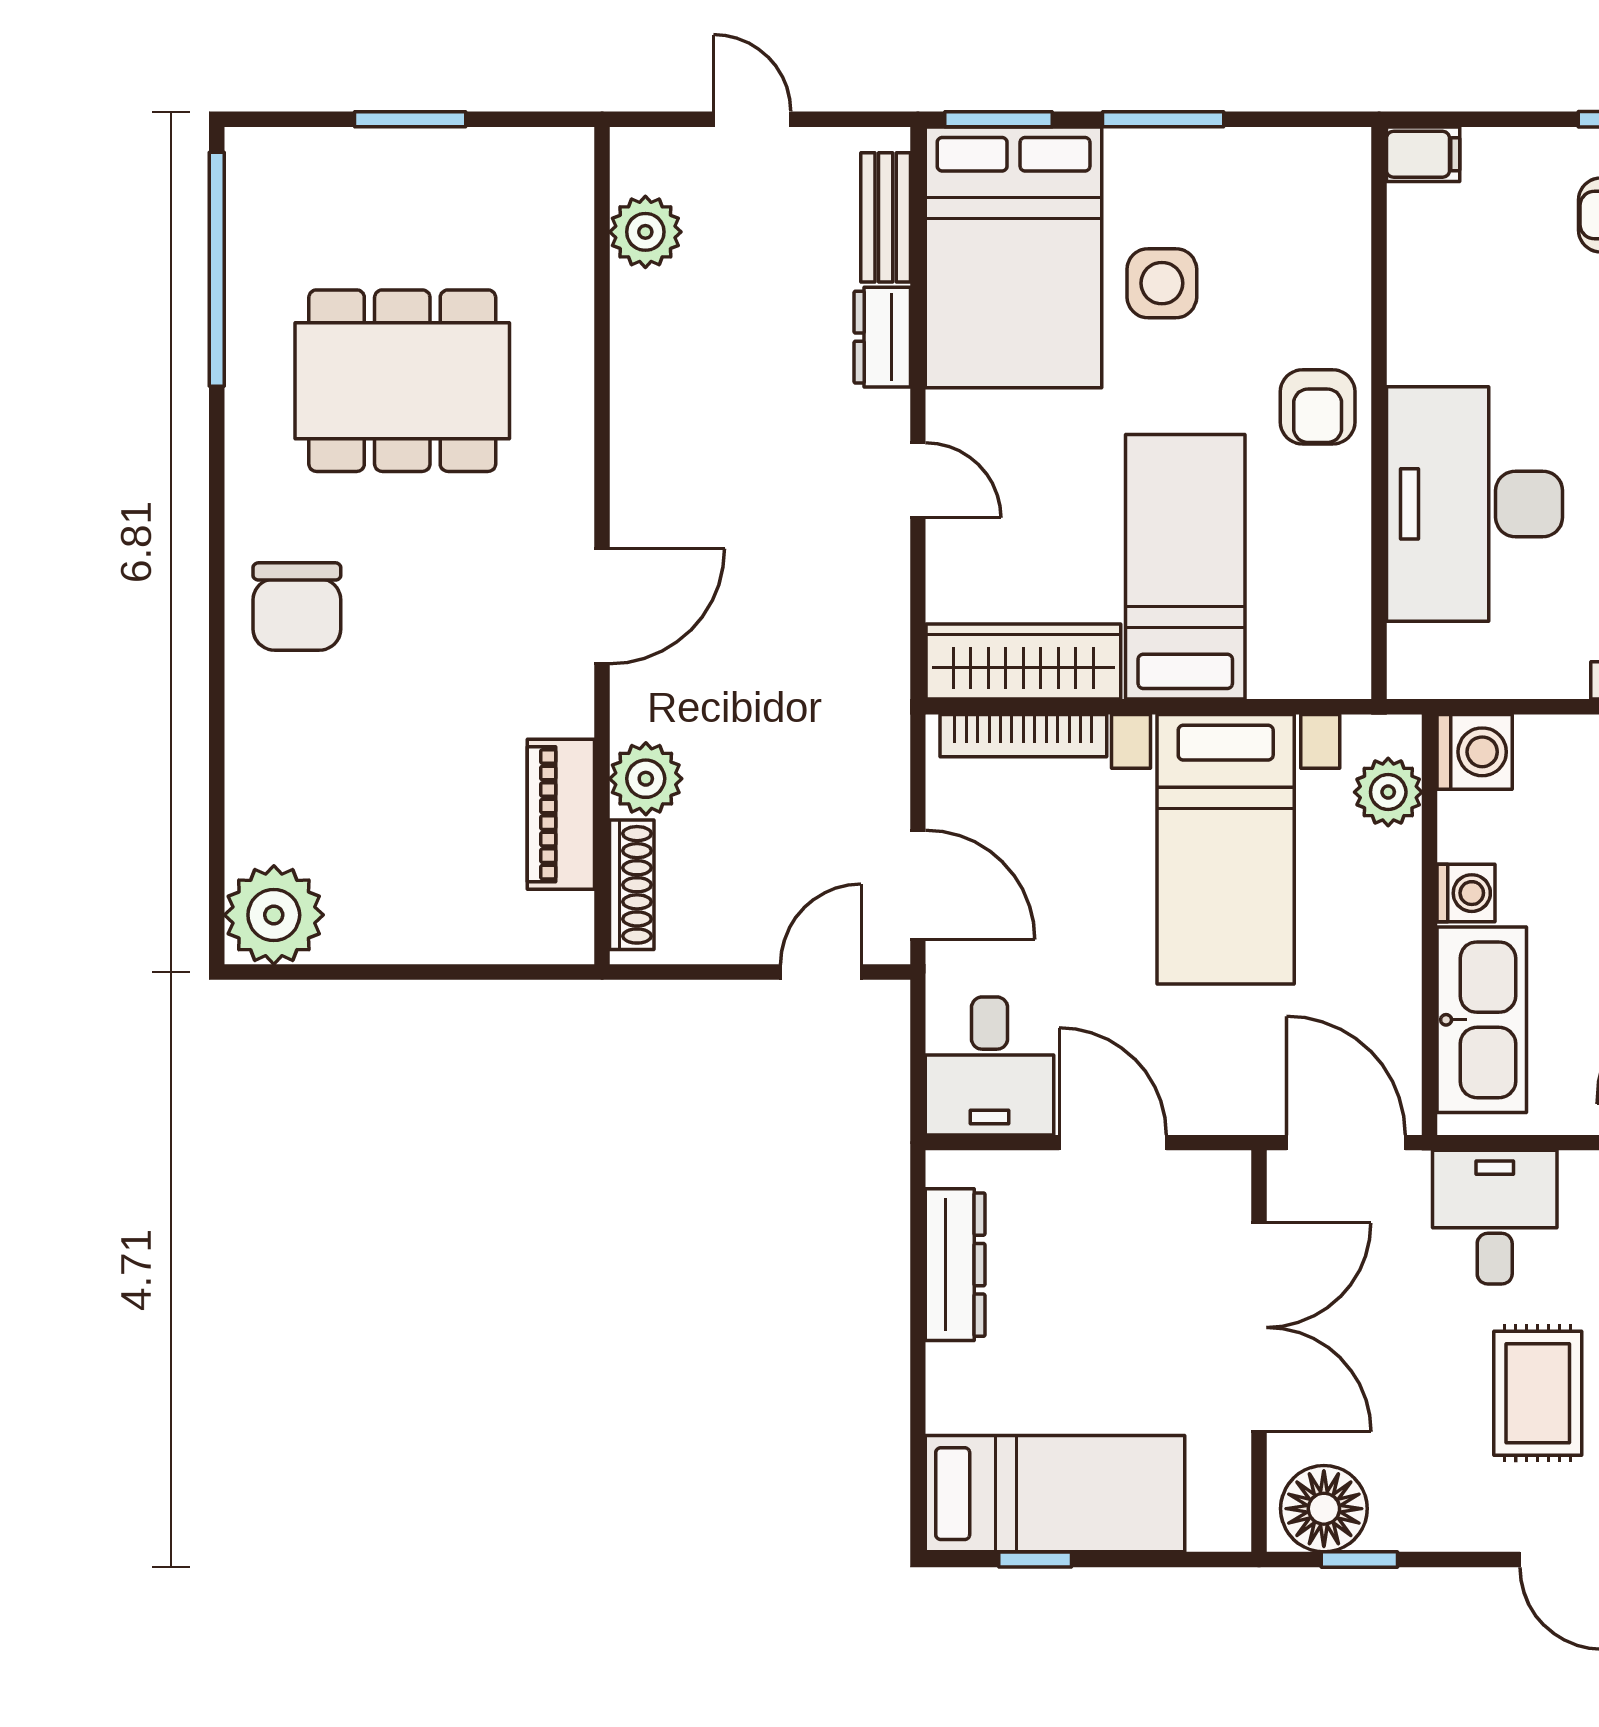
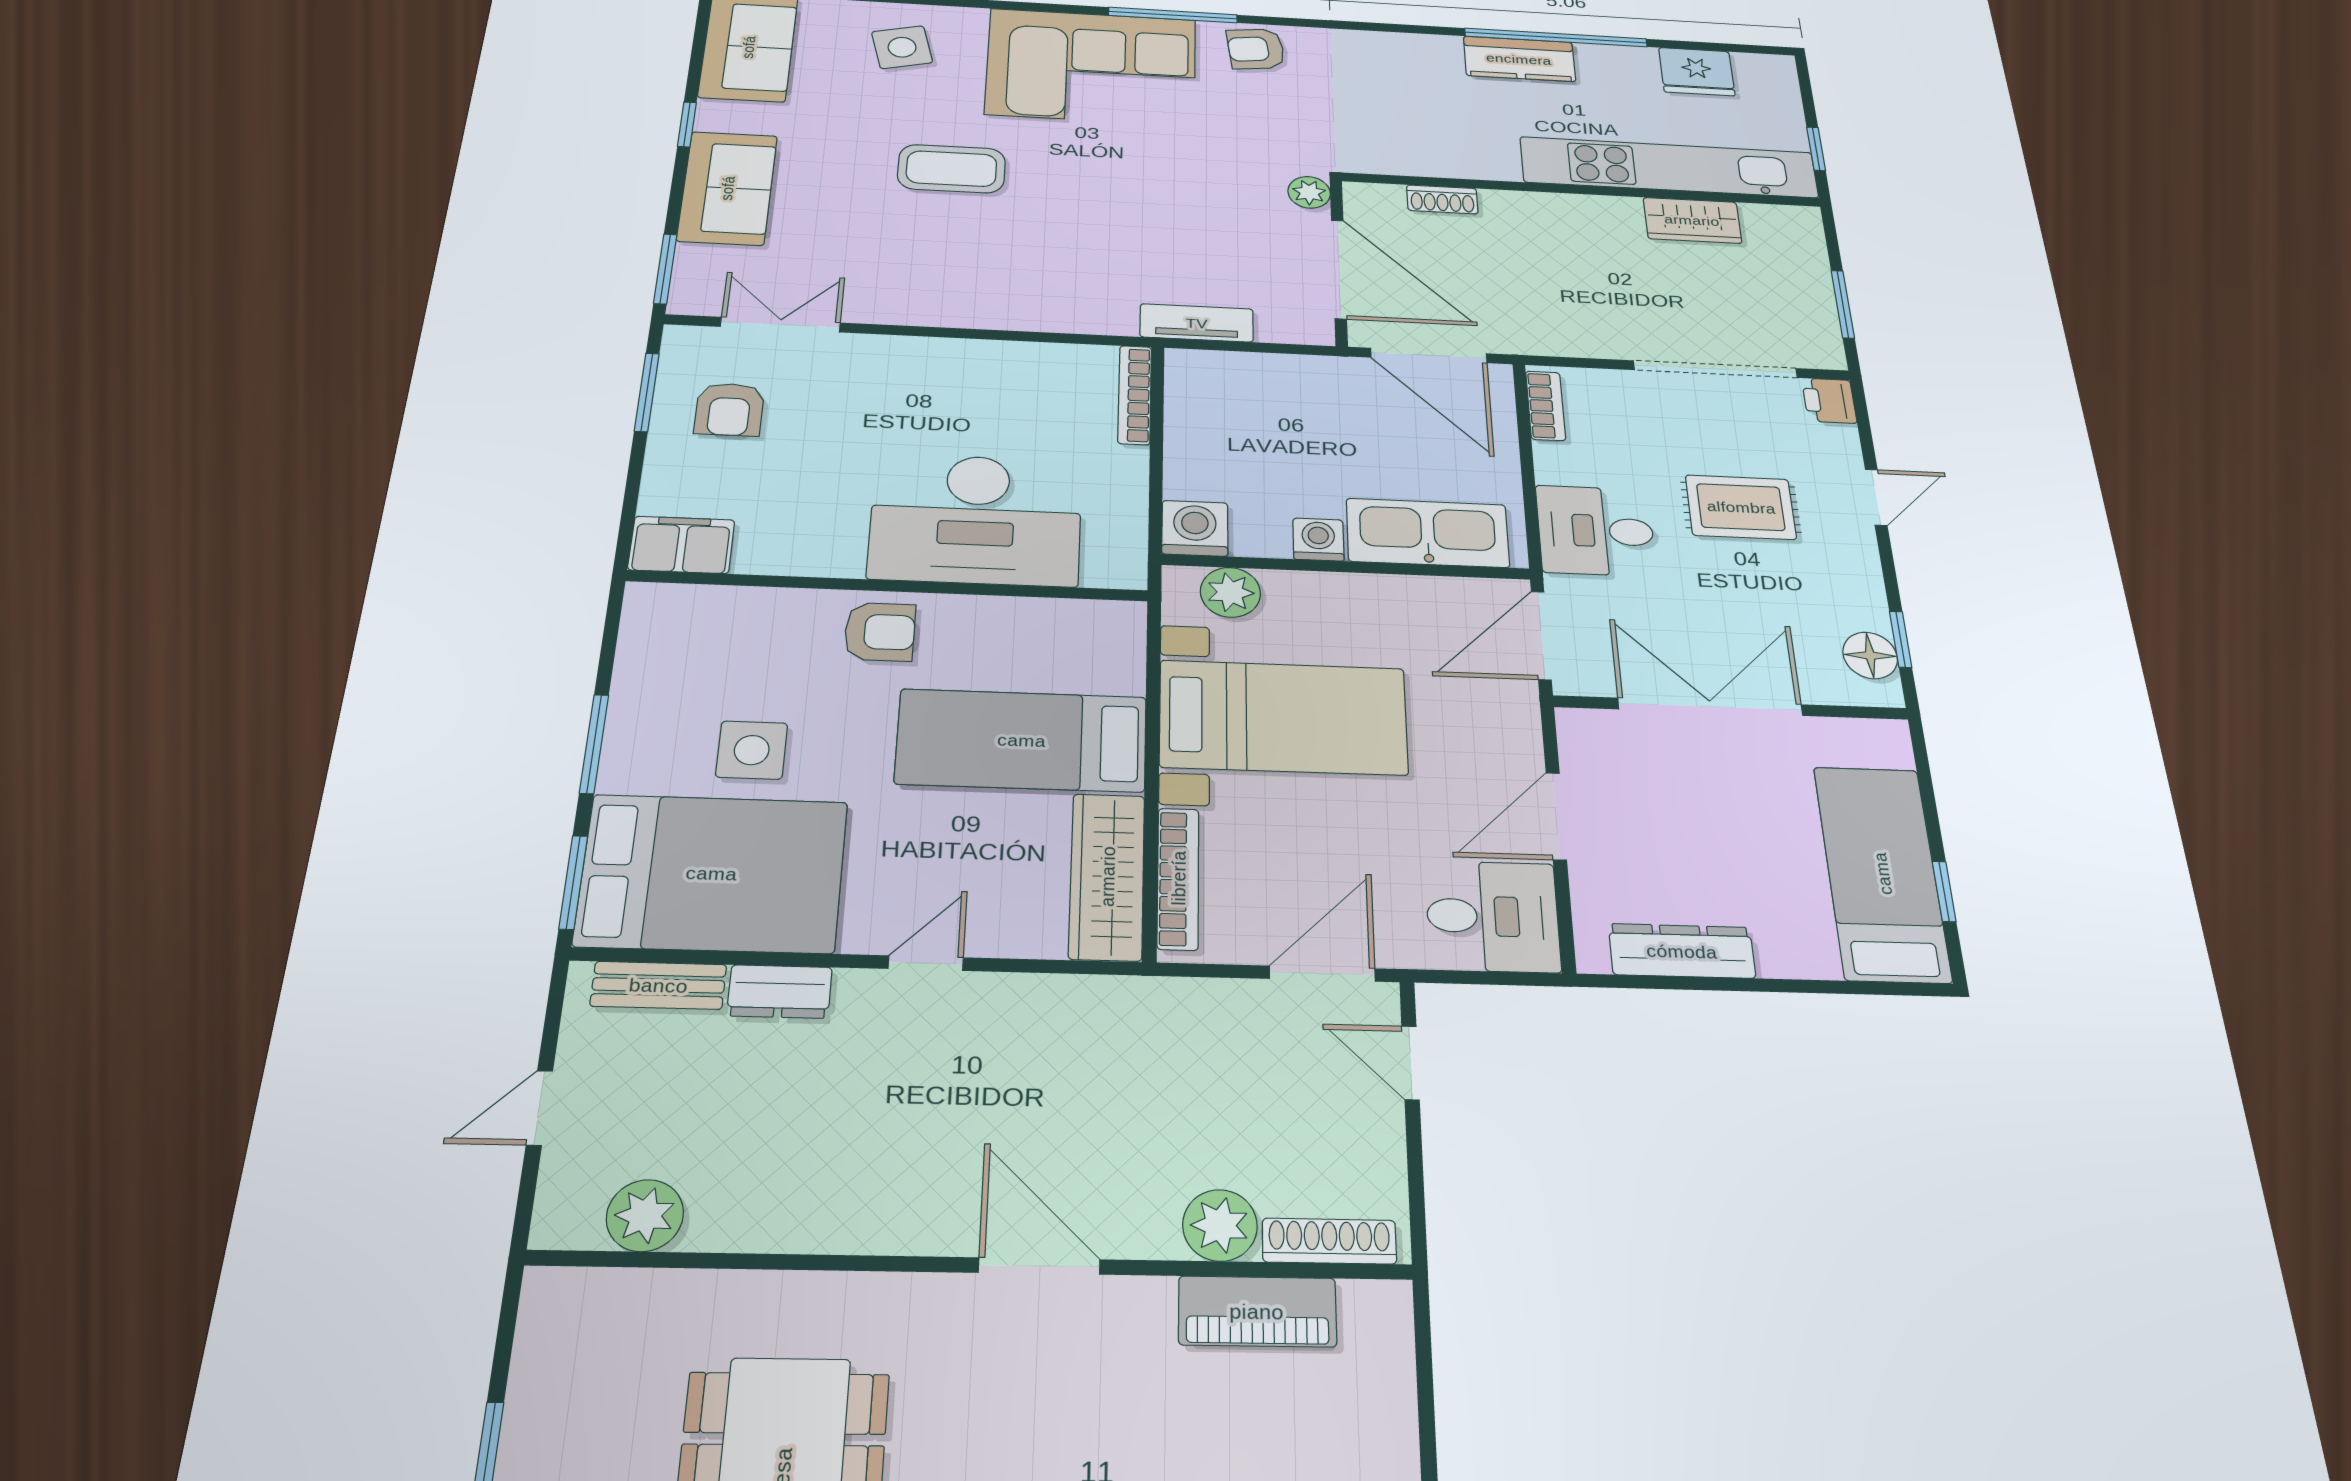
filing cabinet: (1423, 154) -> (681, 545), width x2.00
floor lamp: (1324, 1509) -> (1870, 655), width x0.73, depth x0.73

